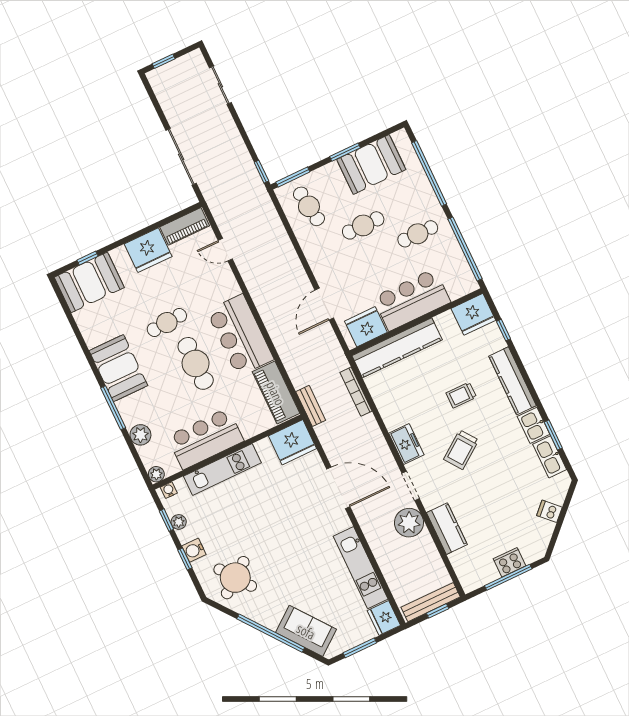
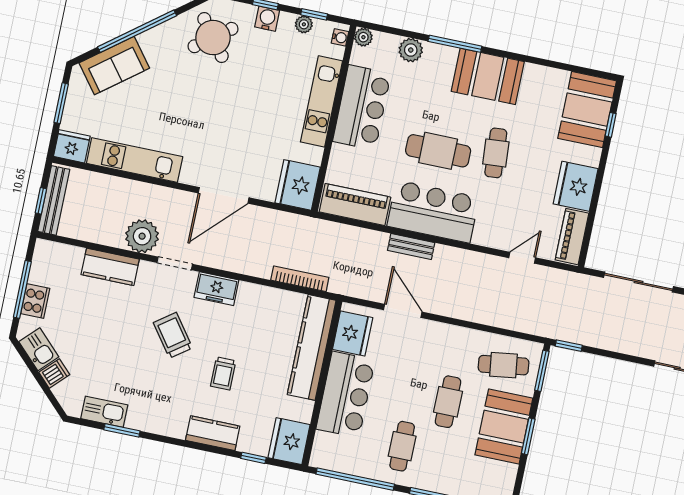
booth: (371, 164) -> (504, 427), moved
kitchen counter: (512, 381) -> (213, 433), width x0.67
trolley: (461, 395) -> (223, 373), turned 180
bench: (311, 406) -> (411, 247), moved
kitchen sink: (534, 425) -> (39, 349), moved, turned 45

